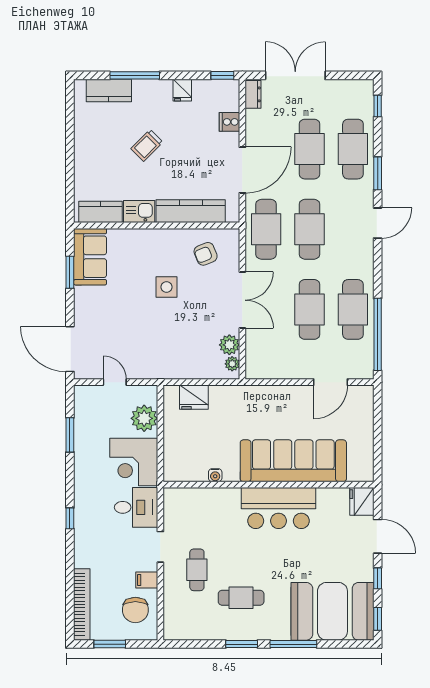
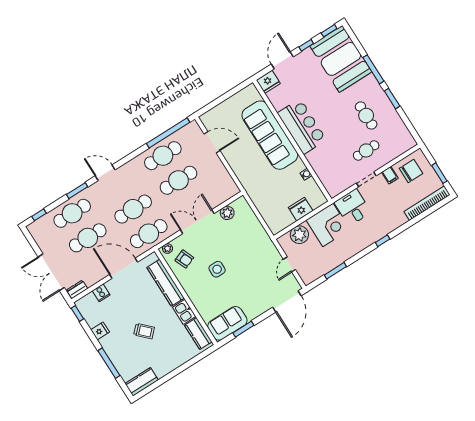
kitchen counter: (109, 90) -> (142, 382), moved, turned -90
plant: (232, 364) -> (167, 249), moved
fridge: (194, 397) -> (301, 209), moved, turned -90

